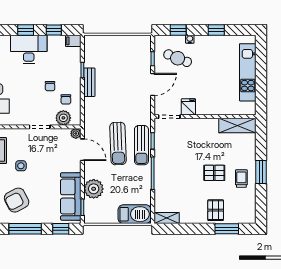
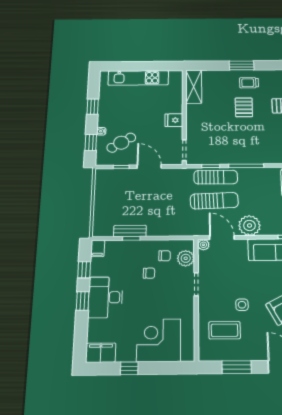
cafe table: (178, 58) -> (121, 143), turned 36
bench: (89, 82) -> (130, 231), moved
fridge: (188, 107) -> (174, 120), moved
door: (82, 150) -> (222, 238), hinge flipped
plant: (94, 189) -> (249, 225), moved

